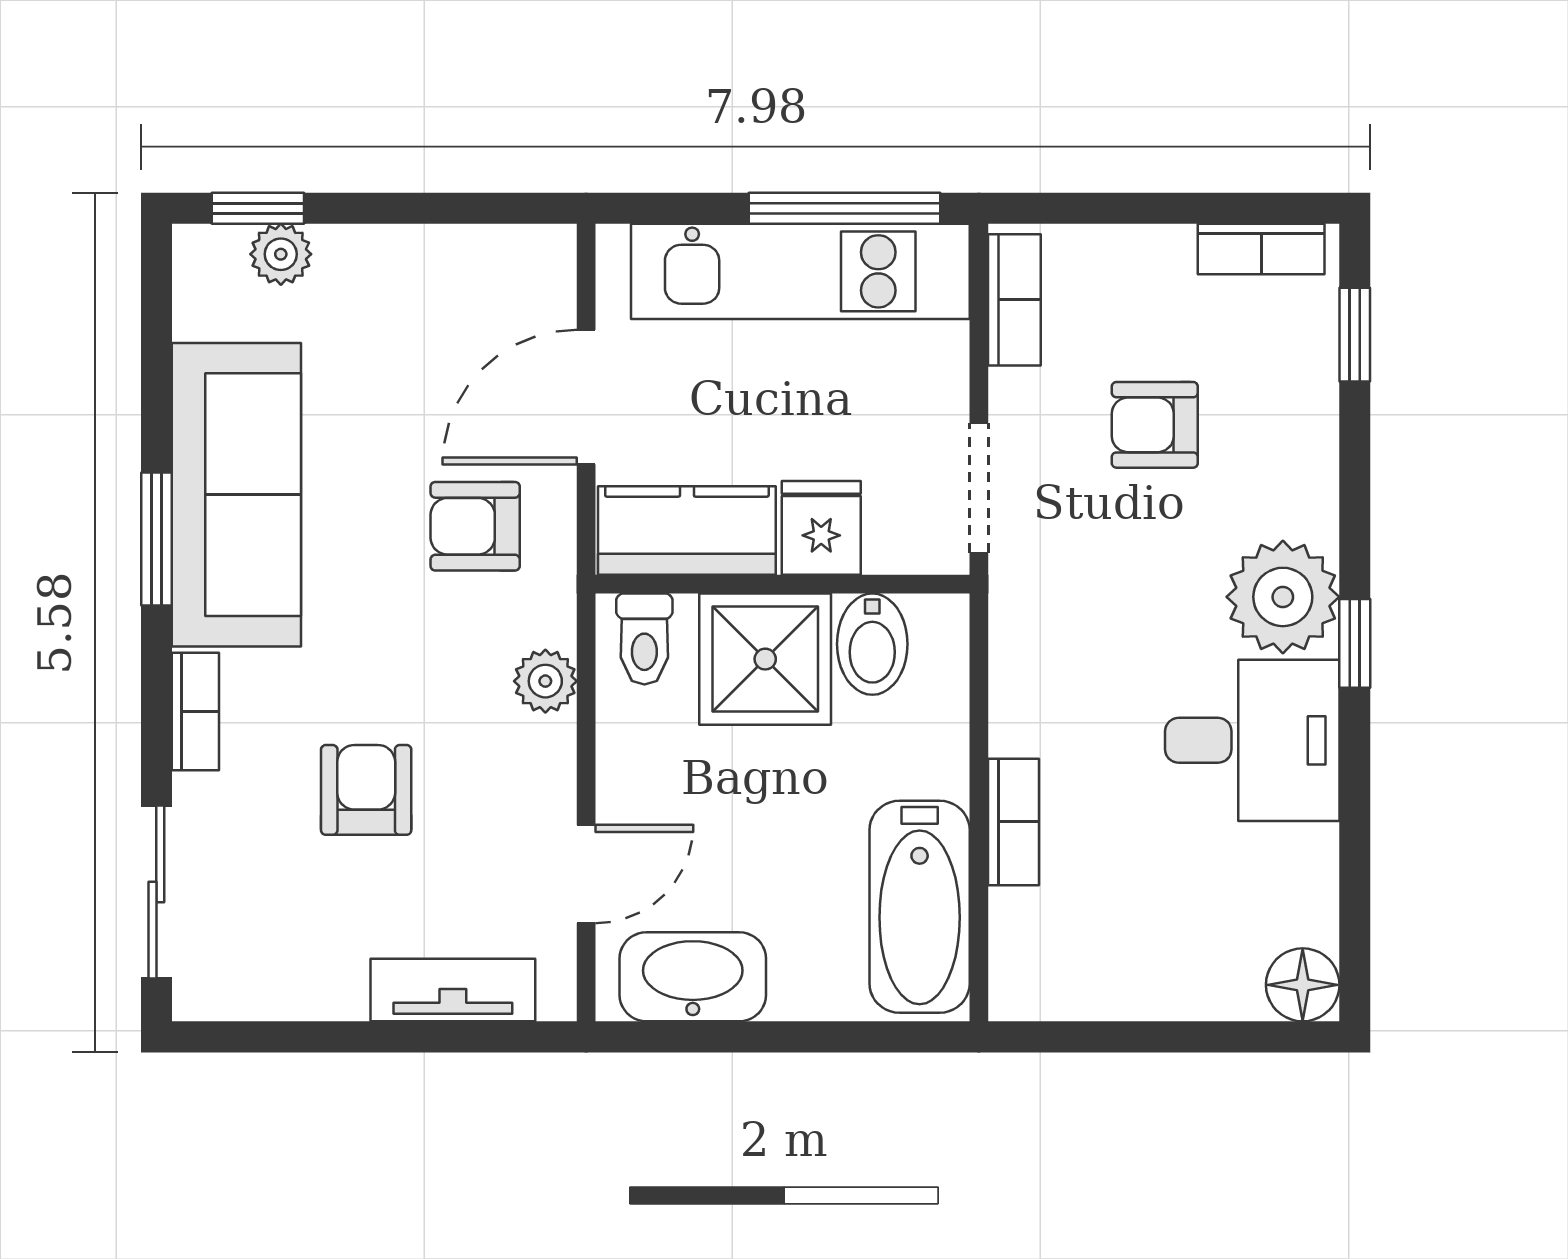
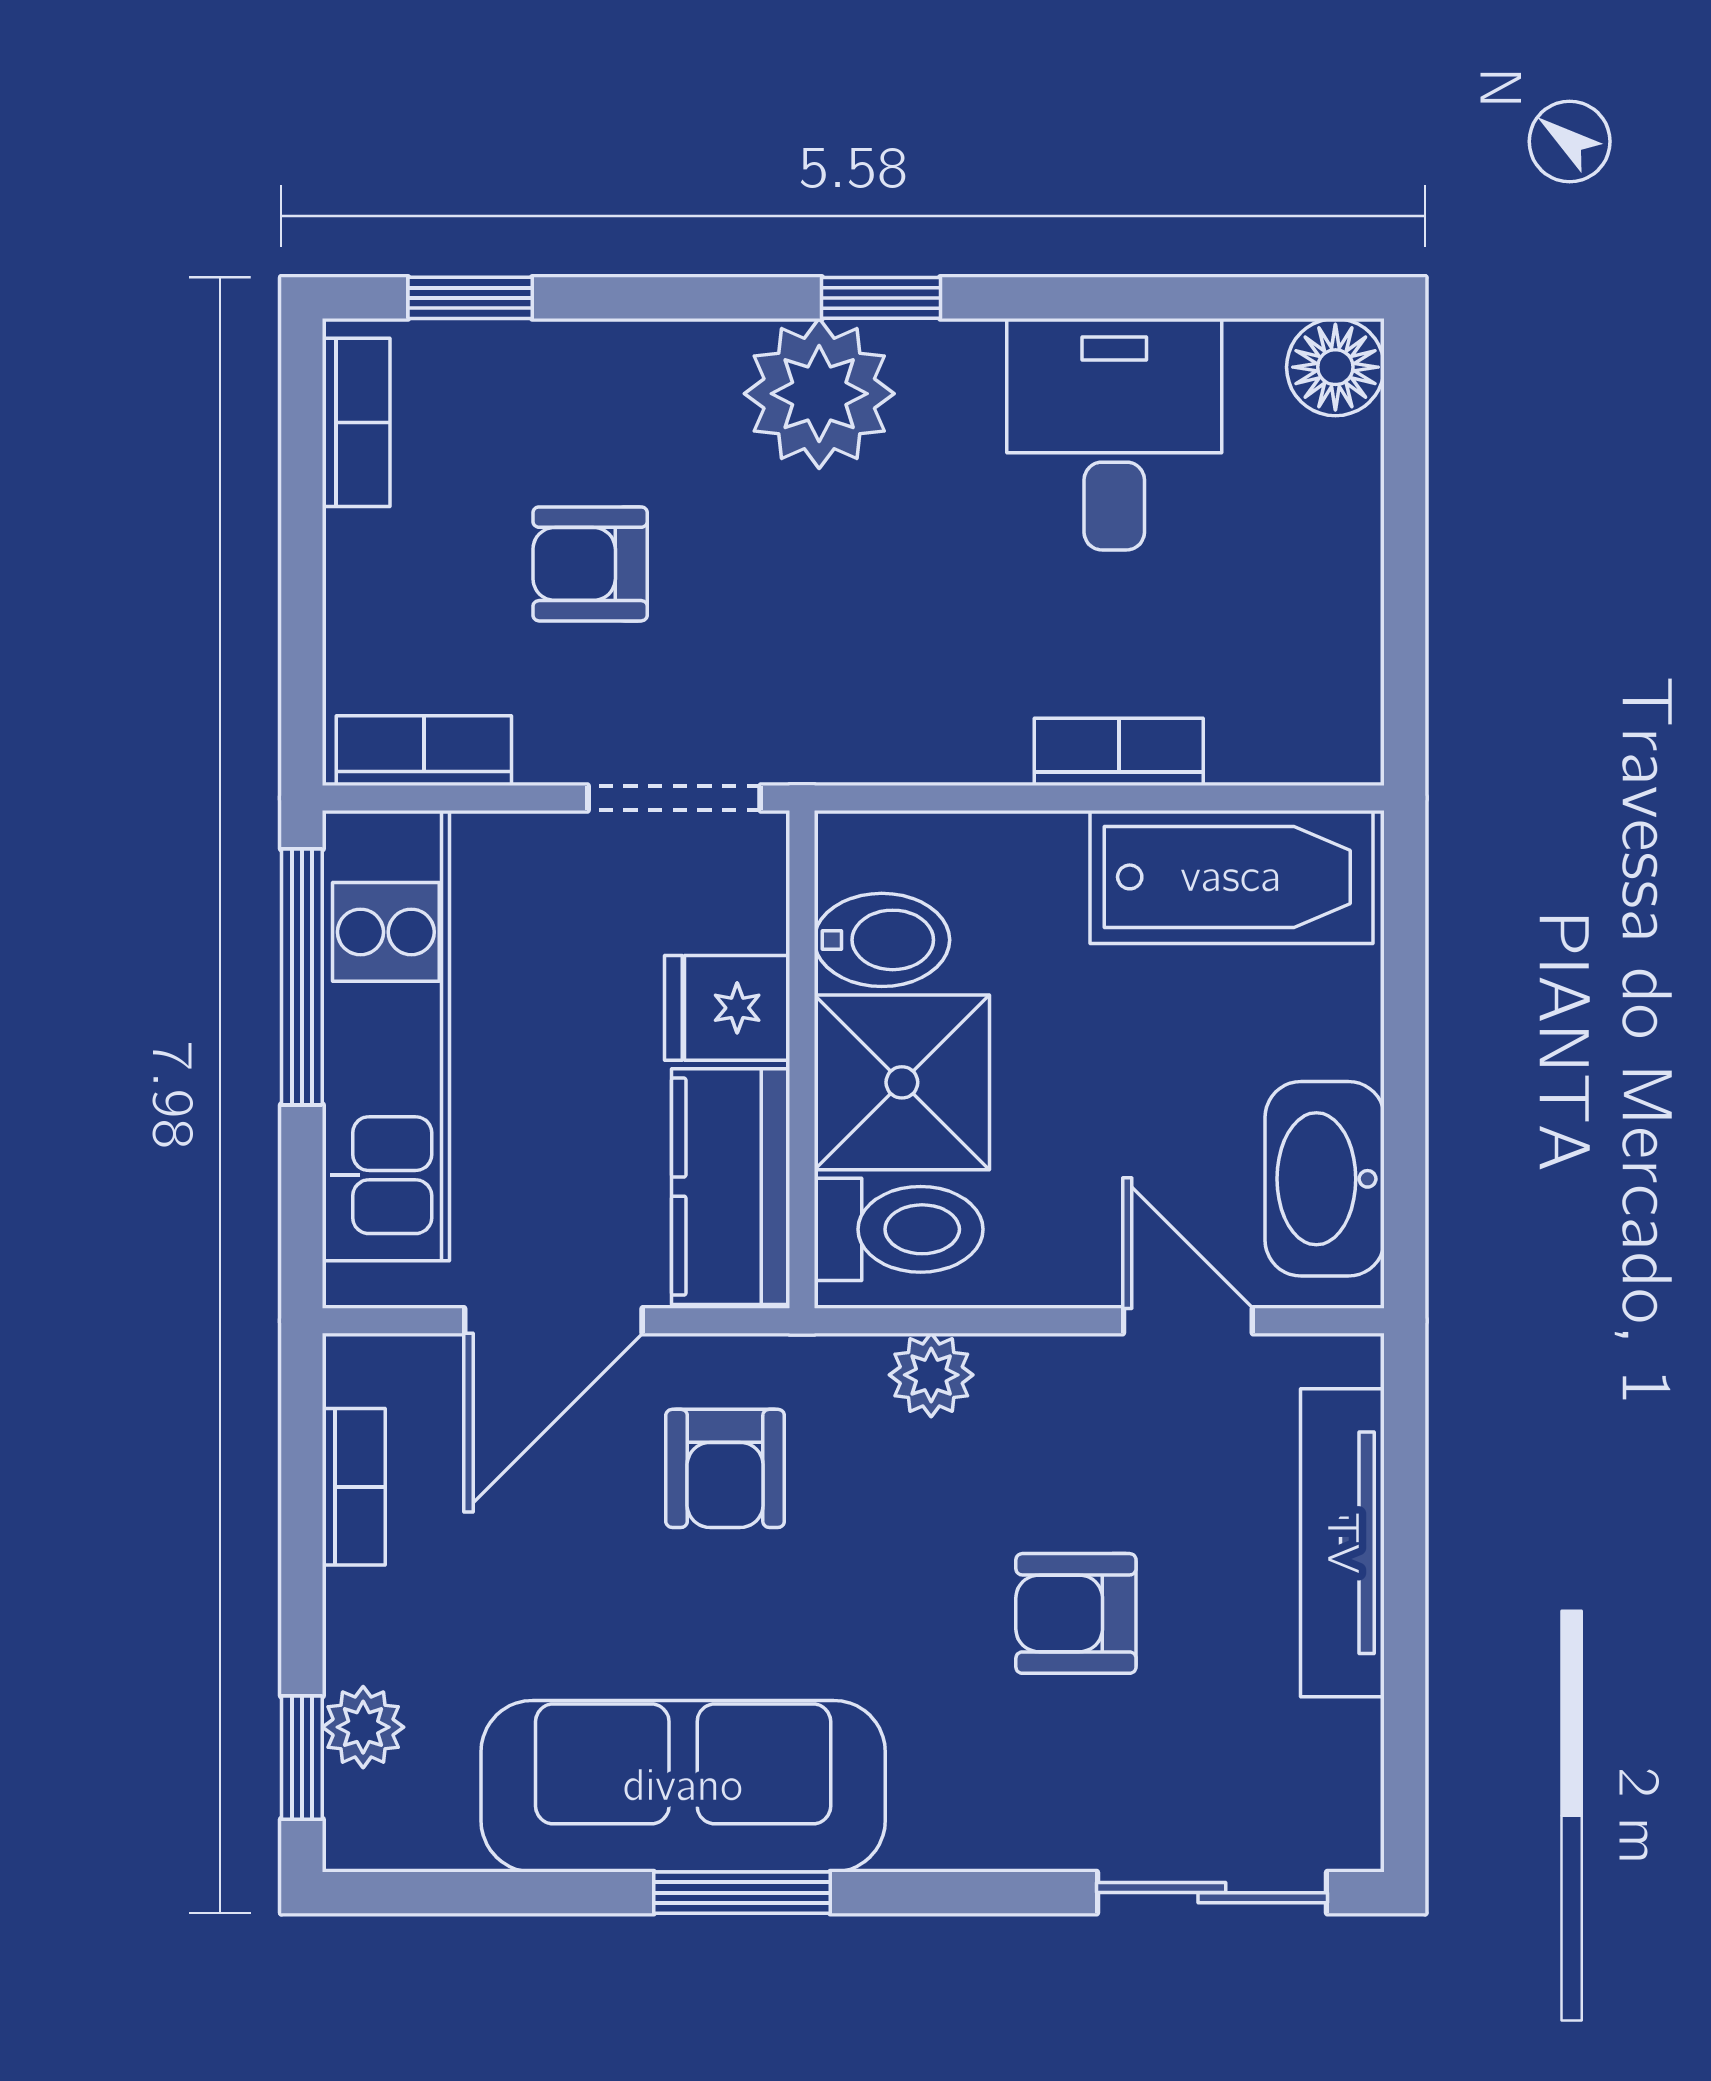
door: (586, 397) -> (553, 1321), hinge flipped
armchair: (1155, 425) -> (590, 564), turned 90
toilet: (644, 639) -> (899, 1229), width x1.37, depth x1.39
bookcase: (195, 711) -> (354, 1487), moved, turned 90
desk: (1252, 740) -> (1114, 434), moved
tv unit: (453, 990) -> (1342, 1543), width x1.41

